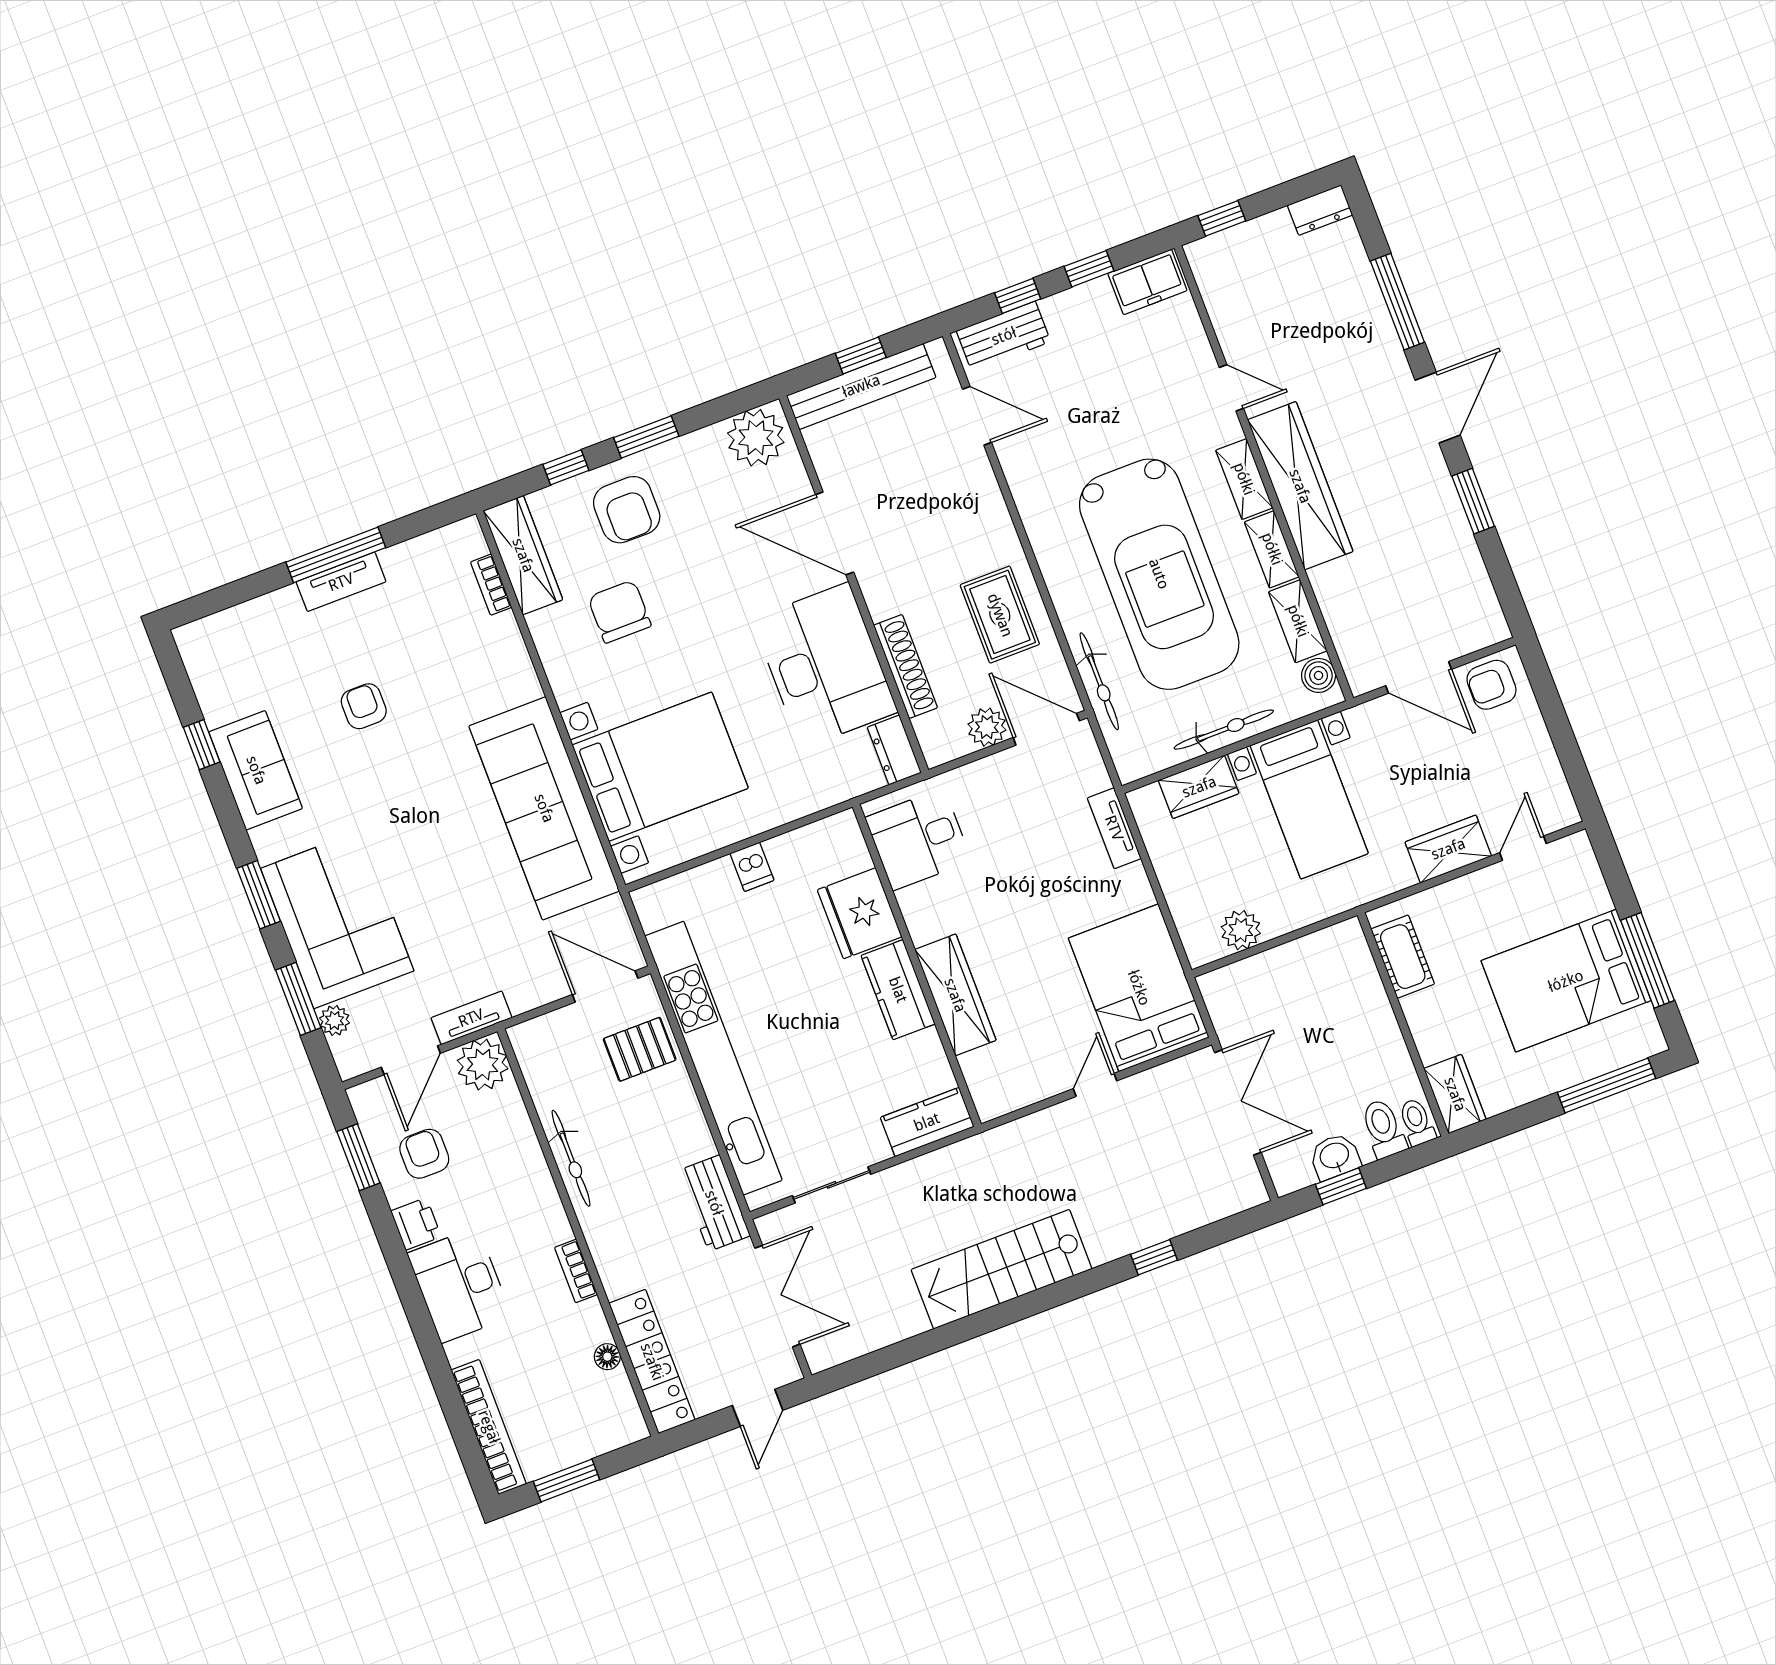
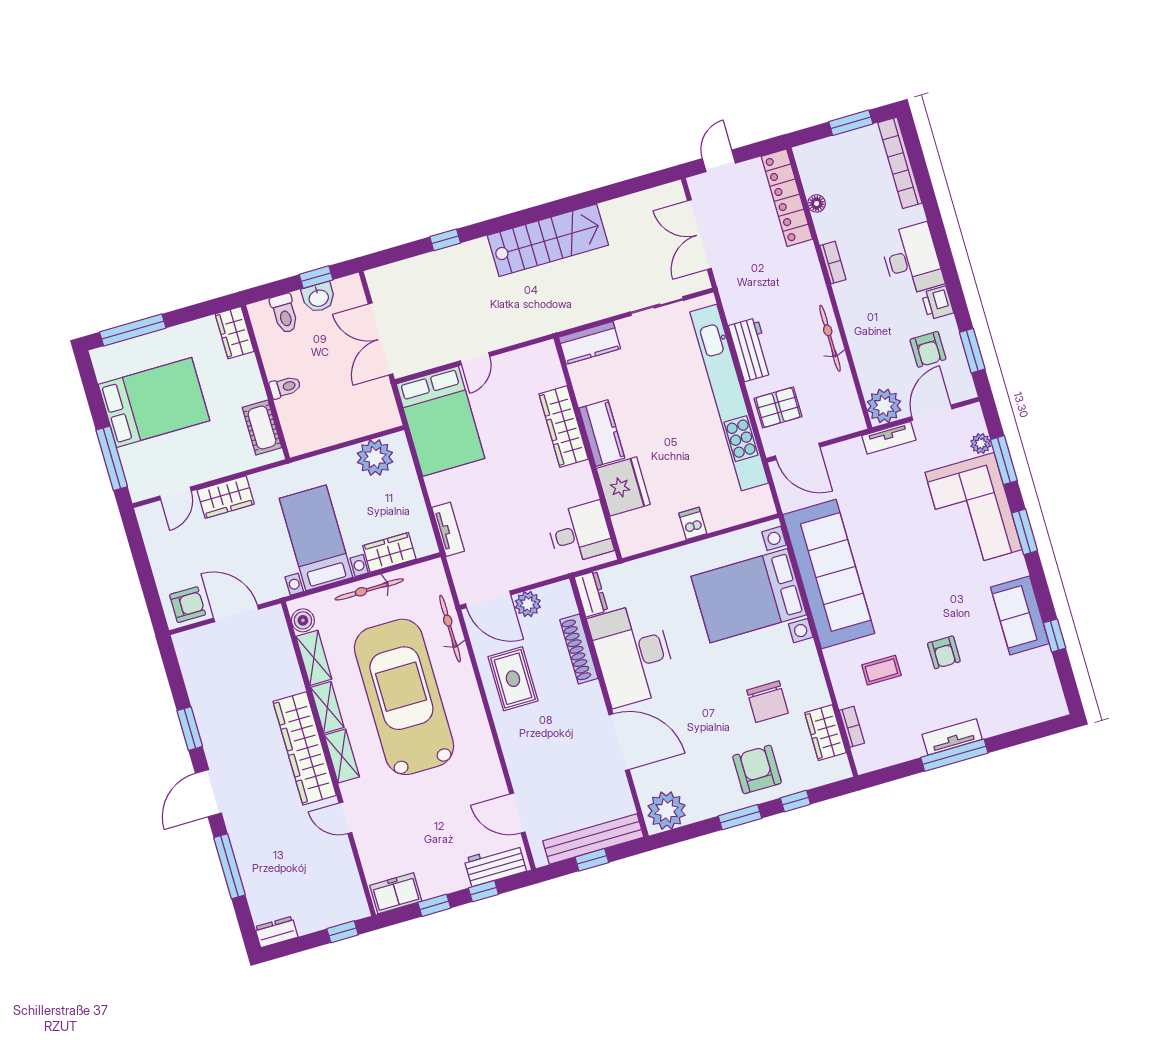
wardrobe: (523, 555) -> (825, 733), width x0.67
coffee table: (454, 672) -> (881, 670), added
plant: (1241, 930) -> (375, 458), width x1.36, depth x1.36
window: (1648, 960) -> (112, 458), moved
toilet: (1417, 1122) -> (285, 387), moved, turned -90
workbench: (714, 1203) -> (751, 350), moved

